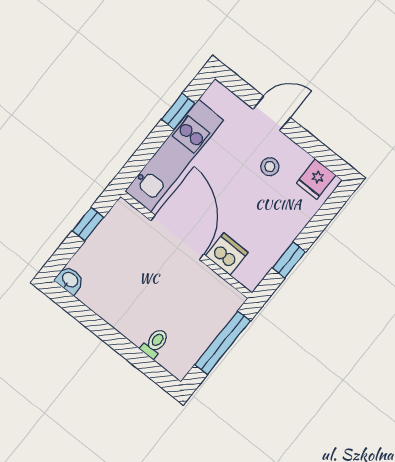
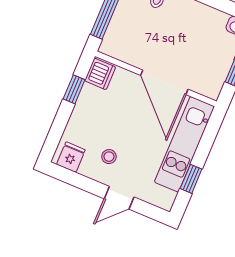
dishwasher: (227, 254) -> (100, 74), moved, turned -90

